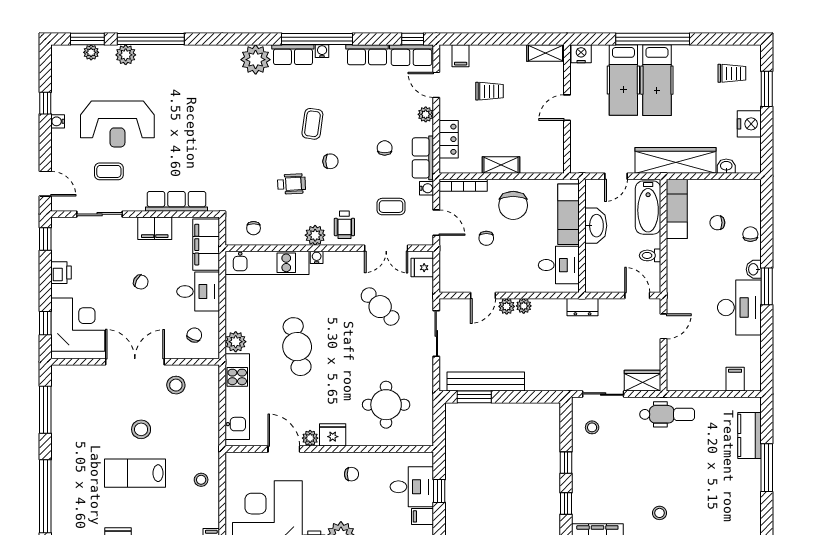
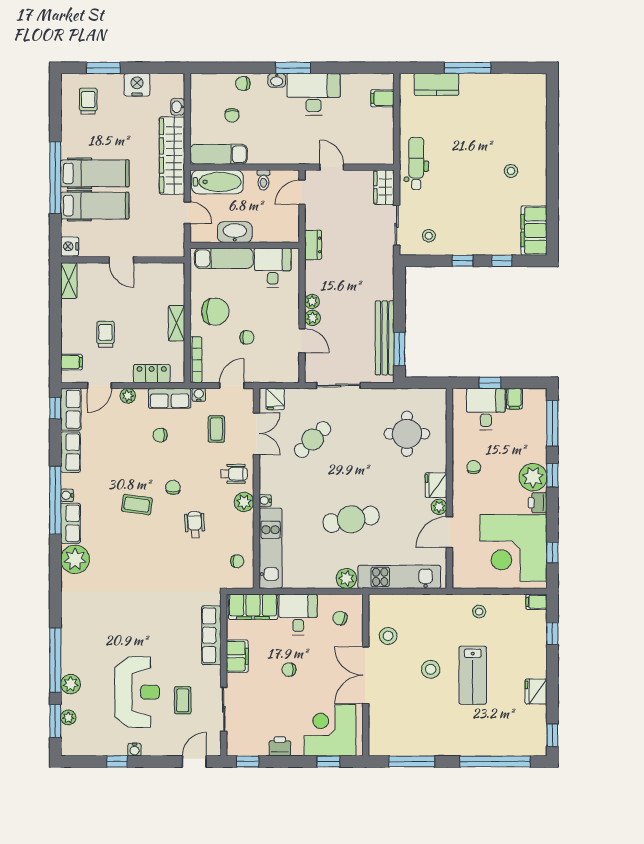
chair: (141, 282) -> (289, 670), turned -118

